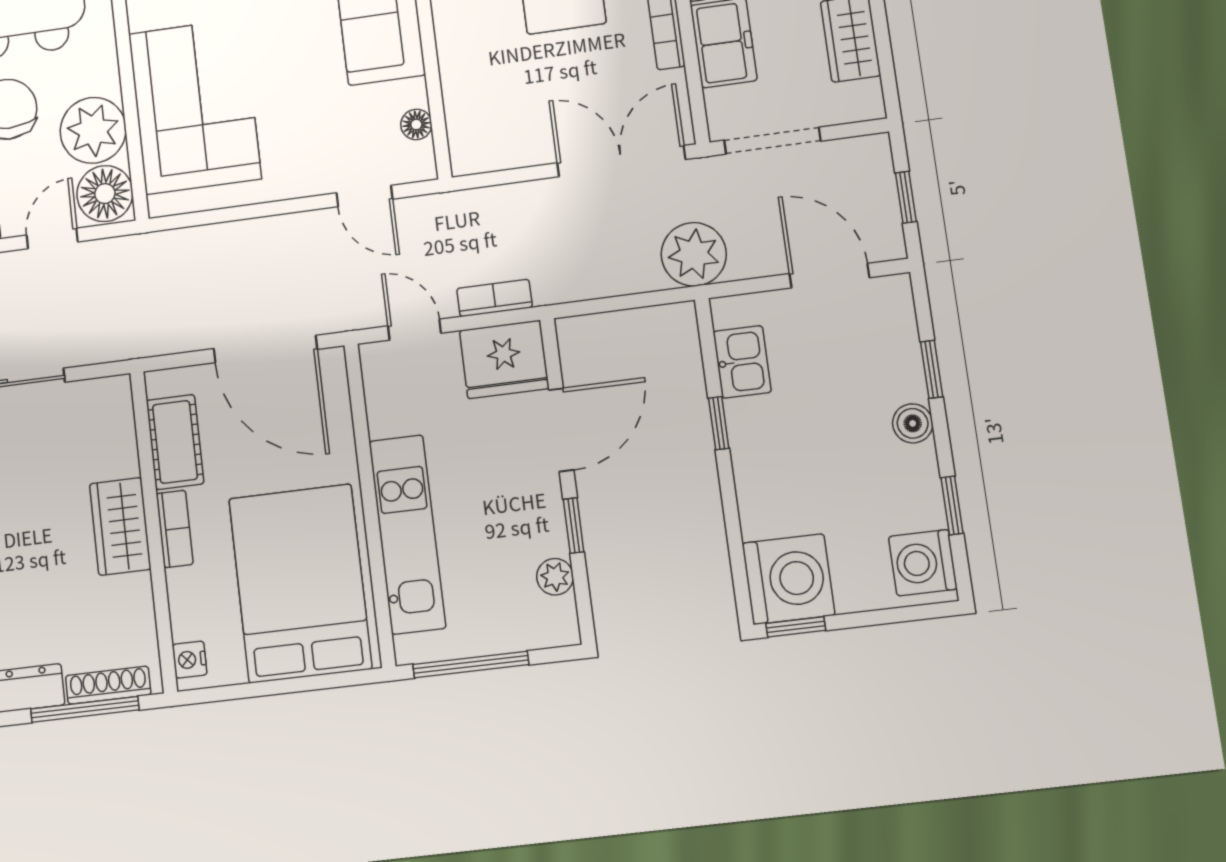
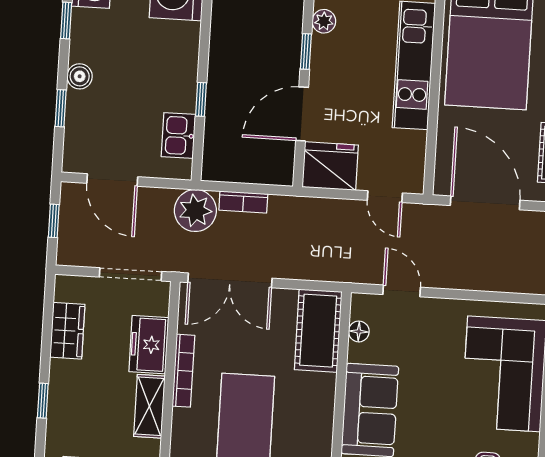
cot: (476, 114) -> (318, 331), added
bookcase: (495, 298) -> (243, 202), moved

